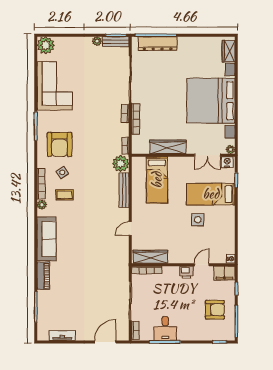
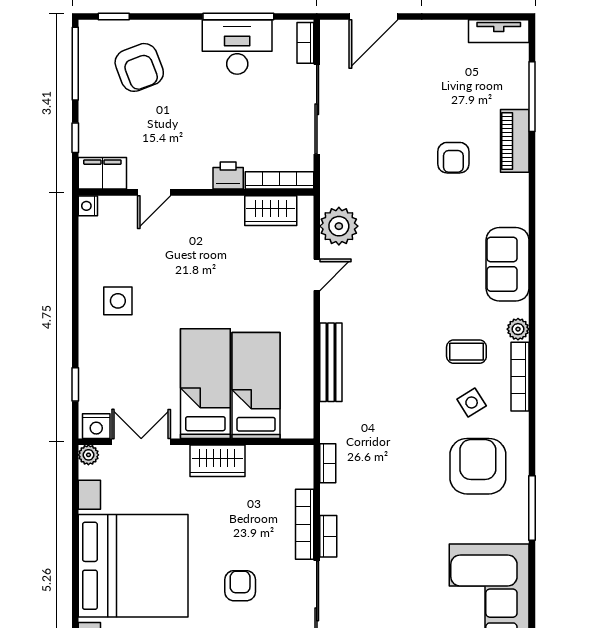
armchair: (164, 92) -> (240, 586), added
wardrobe: (168, 147) -> (217, 461), width x0.67
plant: (121, 164) -> (339, 226), moved
bed: (211, 194) -> (205, 384), moved, turned -90
side table: (198, 220) -> (118, 301), moved
sofa: (46, 239) -> (508, 264), width x0.73
wardrobe: (150, 257) -> (271, 211), width x0.67
printer: (186, 272) -> (228, 176), moved
piano: (43, 276) -> (515, 141), moved
armchair: (70, 280) -> (453, 158), added
armchair: (215, 310) -> (139, 67), moved, turned -111
desk: (165, 329) -> (237, 47), width x1.37
tv unit: (62, 336) -> (499, 31), moved

